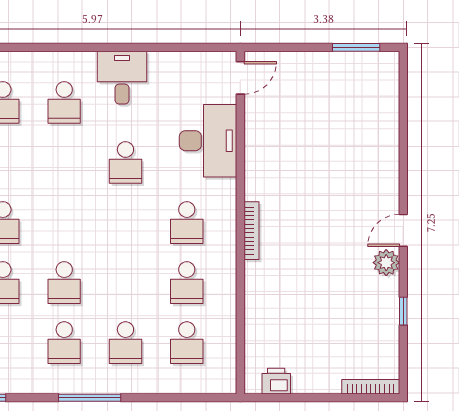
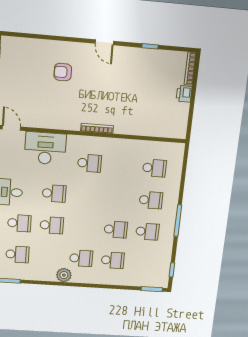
armchair: (346, 162) -> (63, 72), added
plant: (386, 263) -> (122, 54), removed
school desk: (187, 283) -> (52, 225), moved
printer: (276, 381) -> (184, 94), moved

